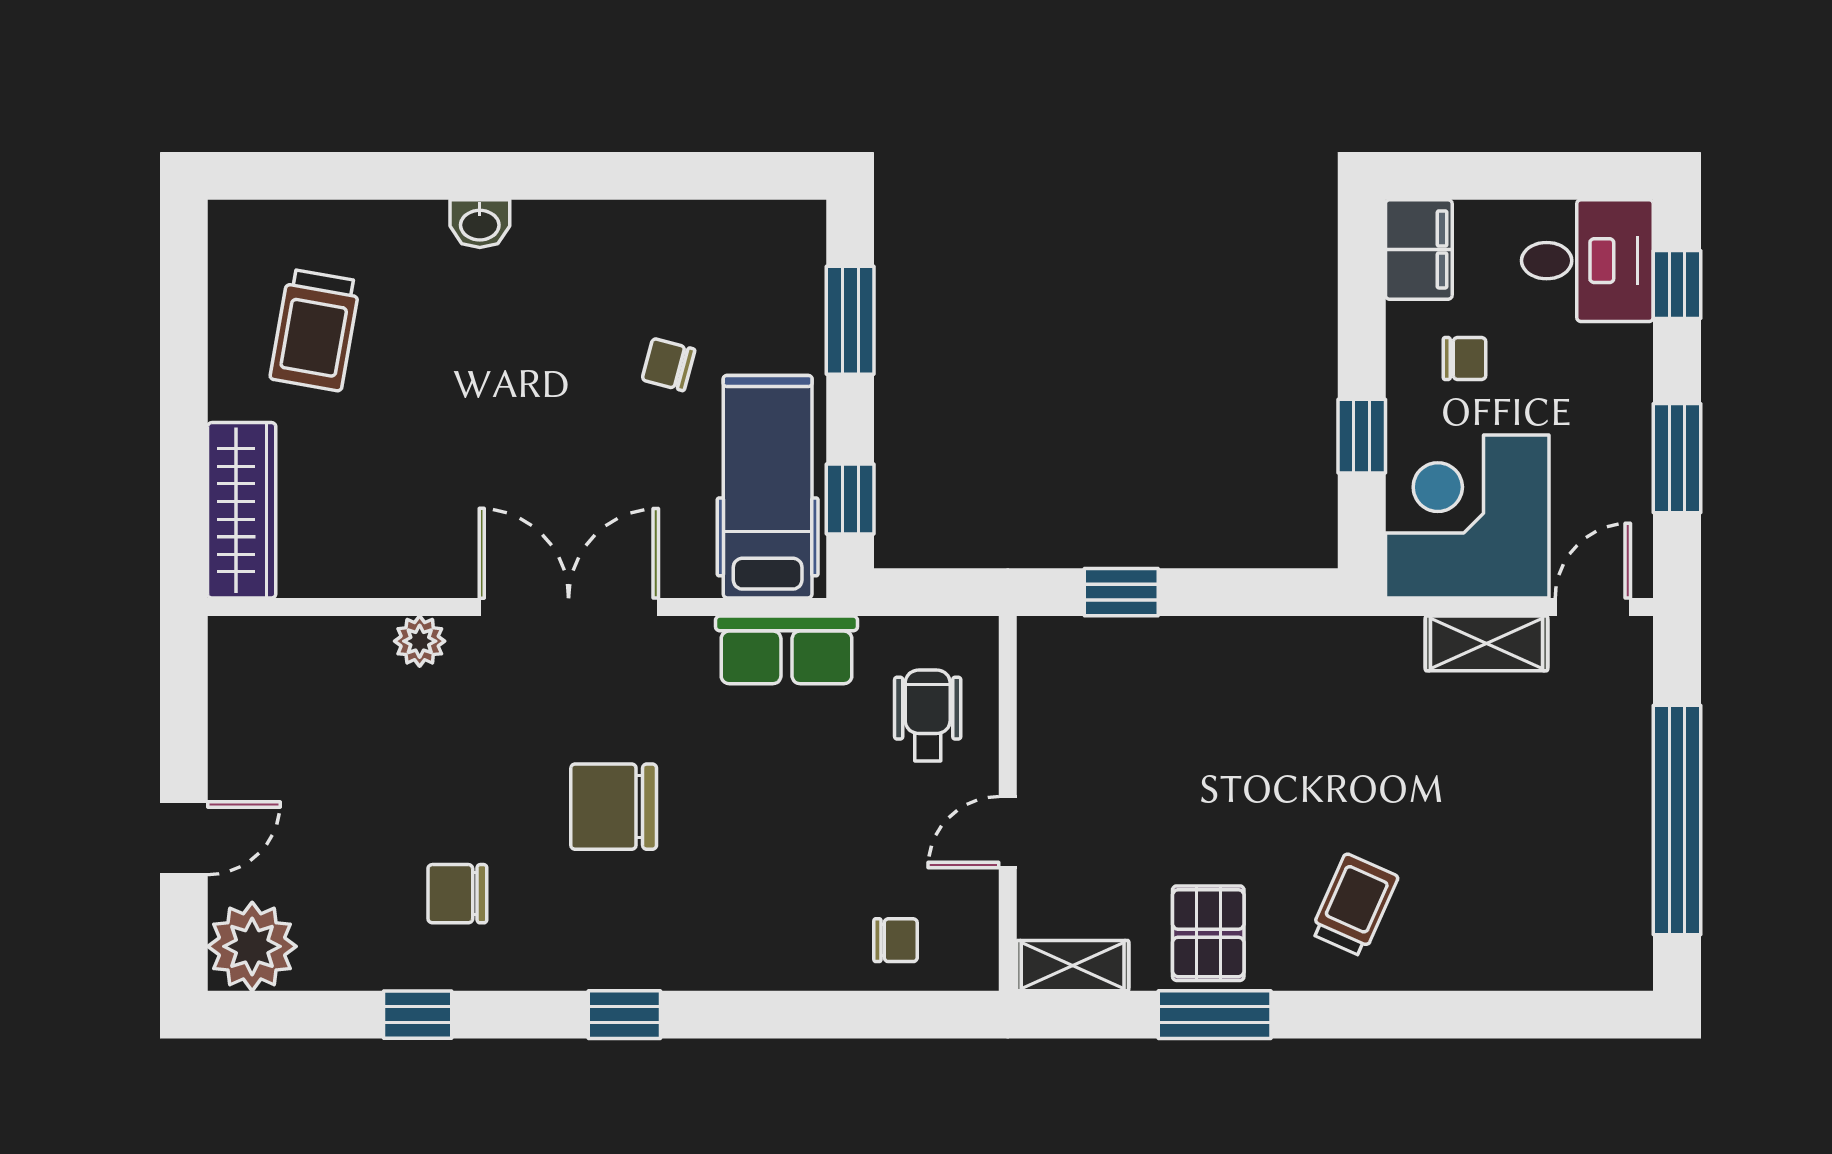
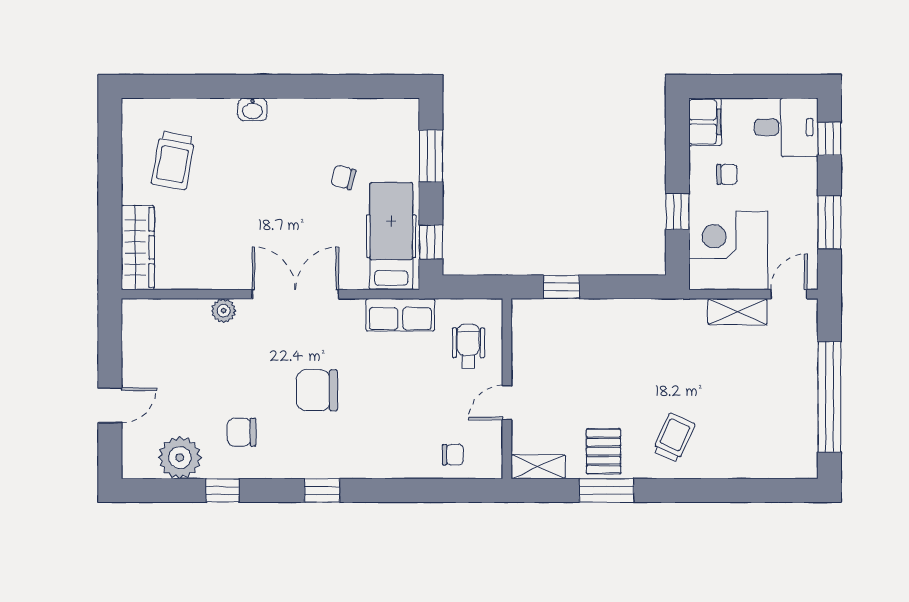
plant: (252, 946) -> (180, 458), moved

